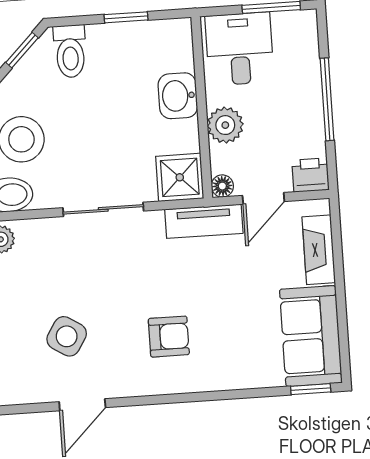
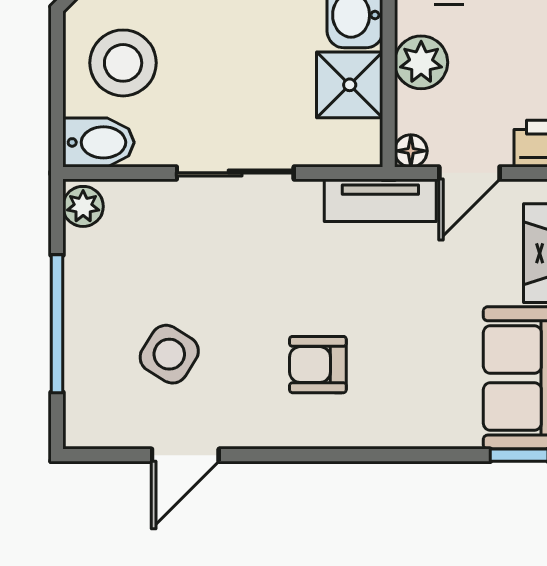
shower: (180, 177) -> (350, 85), moved
armchair: (169, 337) -> (318, 365), turned 180

